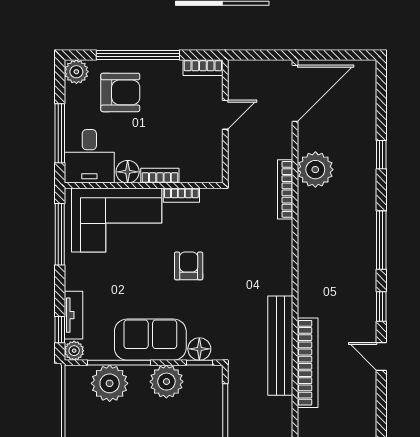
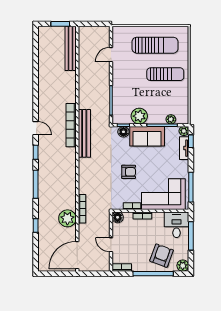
armchair: (120, 92) -> (162, 256), turned 110
door: (225, 115) -> (111, 245), hinge flipped
floor lamp: (128, 172) -> (118, 217), moved
armchair: (189, 266) -> (129, 172), turned -90
plant: (110, 383) -> (171, 119), width x0.53, depth x0.53

